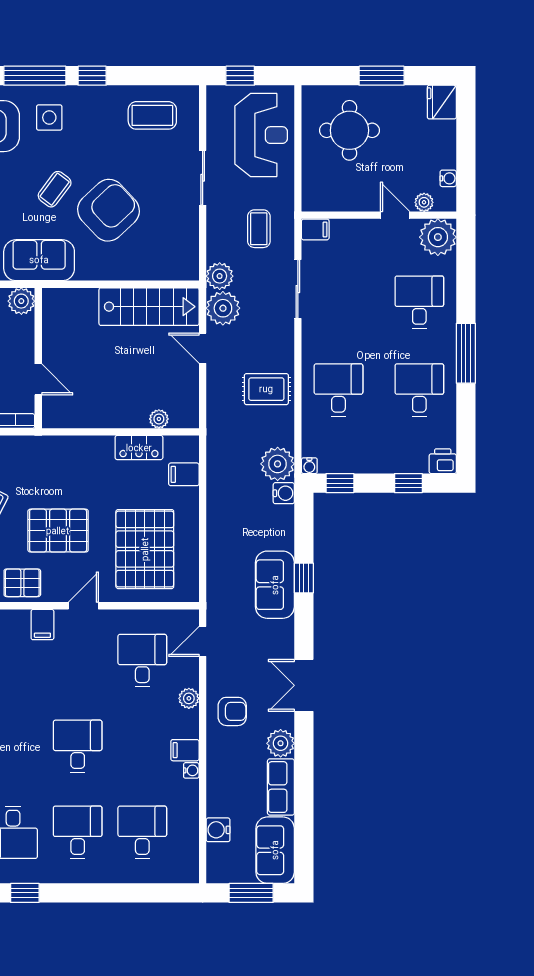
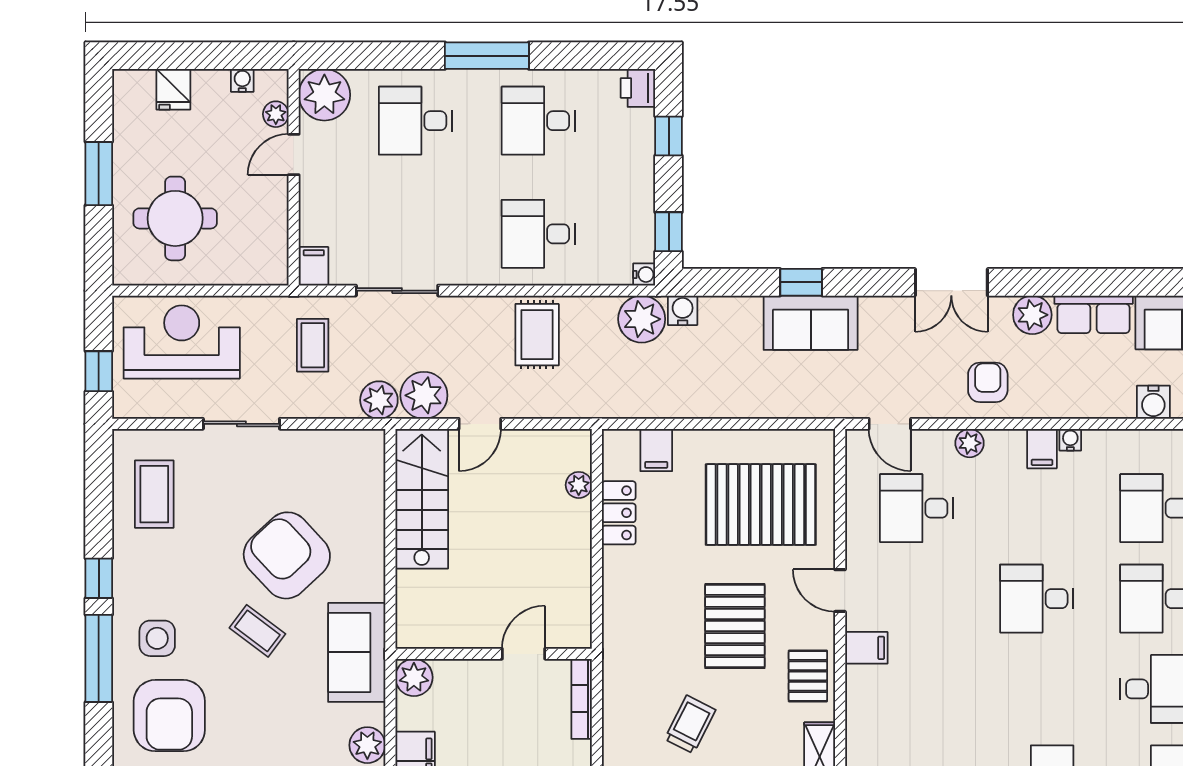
fridge: (442, 102) -> (173, 89), moved, width x0.72
coffee table: (259, 229) -> (313, 345), turned 90

